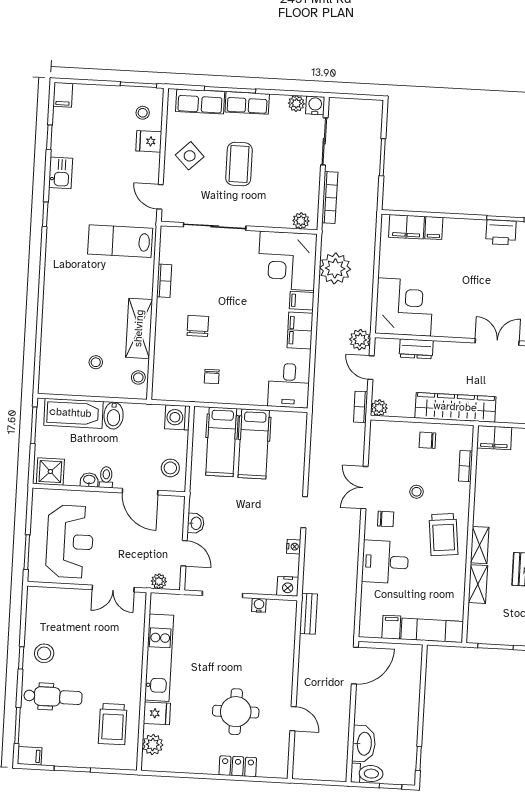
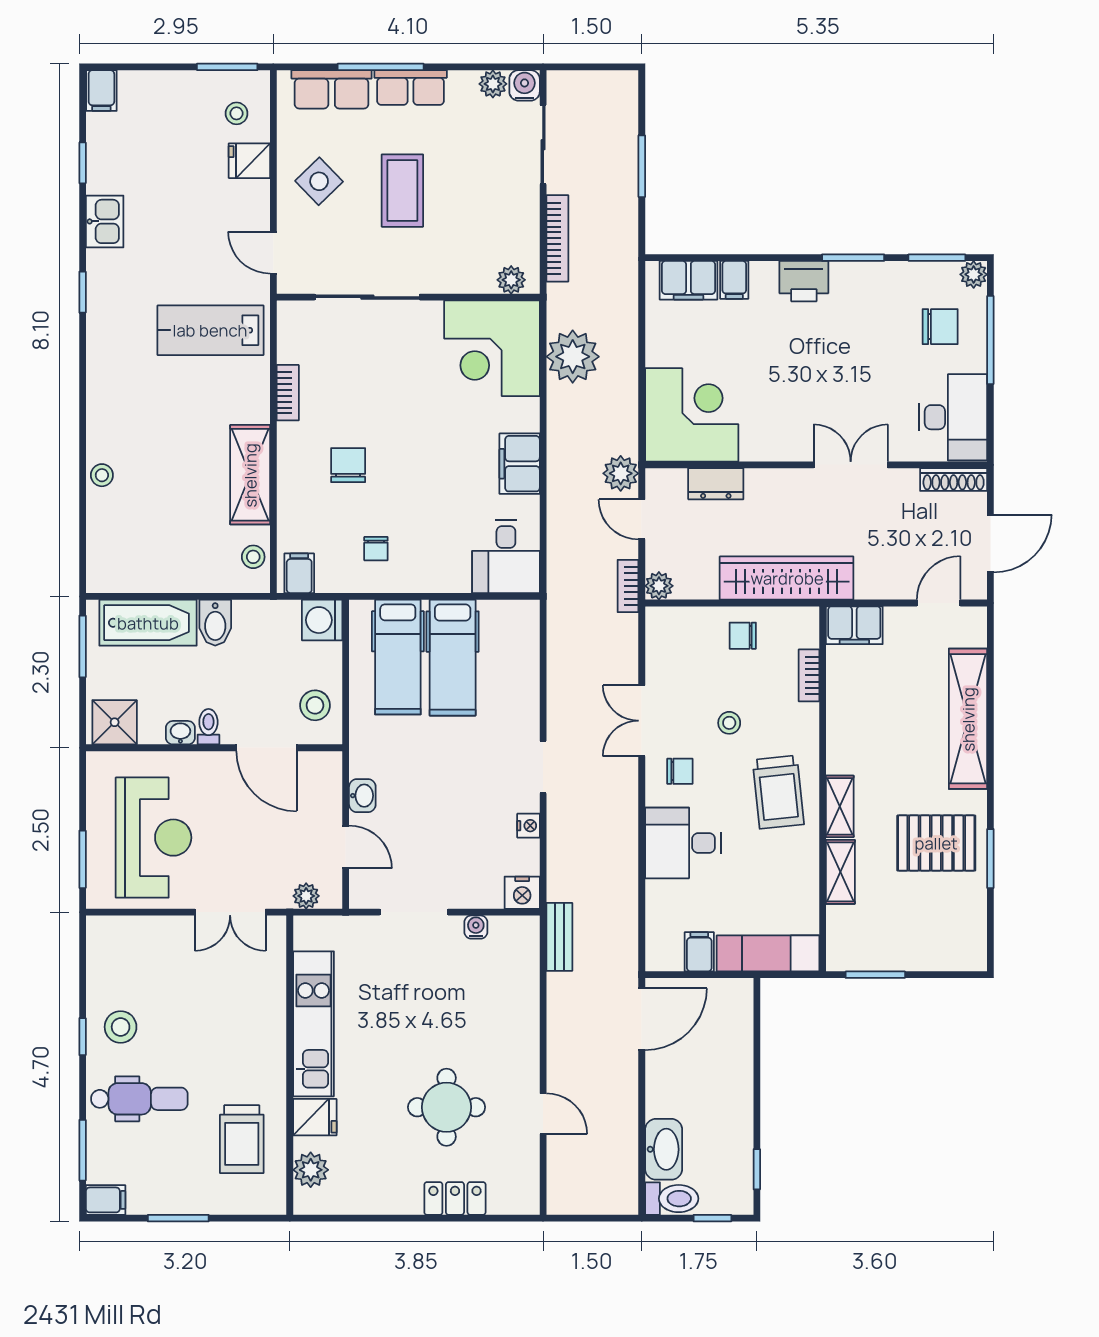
printer: (501, 232) -> (804, 281), moved
filing cabinet: (302, 301) -> (299, 573), moved, turned 90
stool: (96, 362) -> (102, 475), moved

